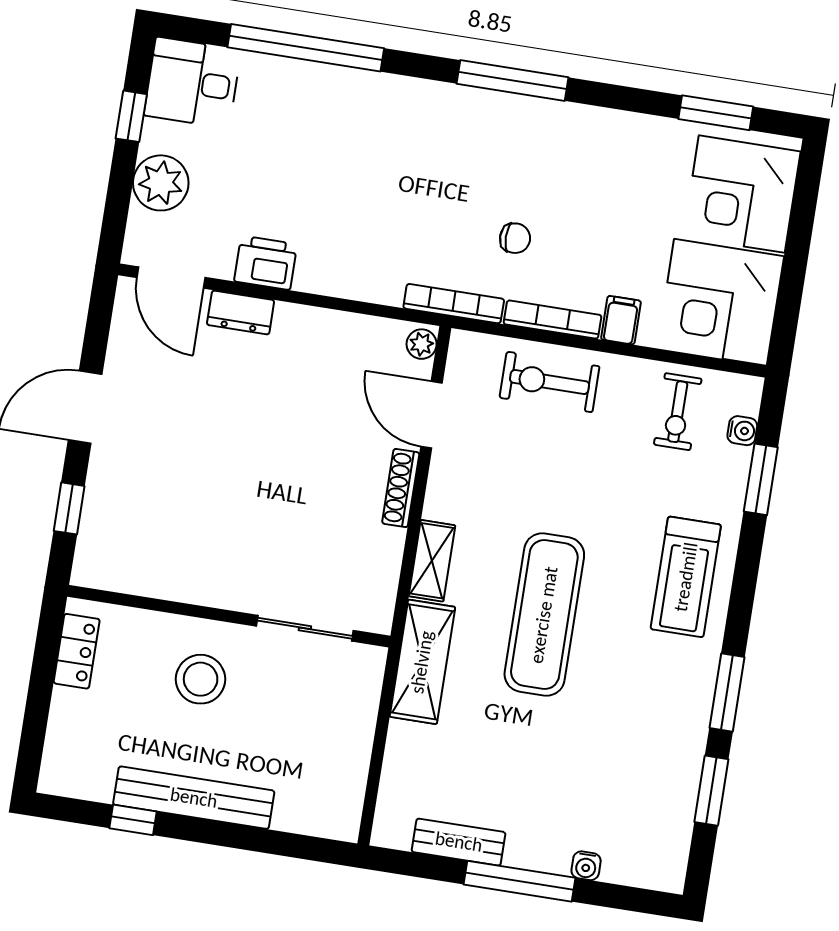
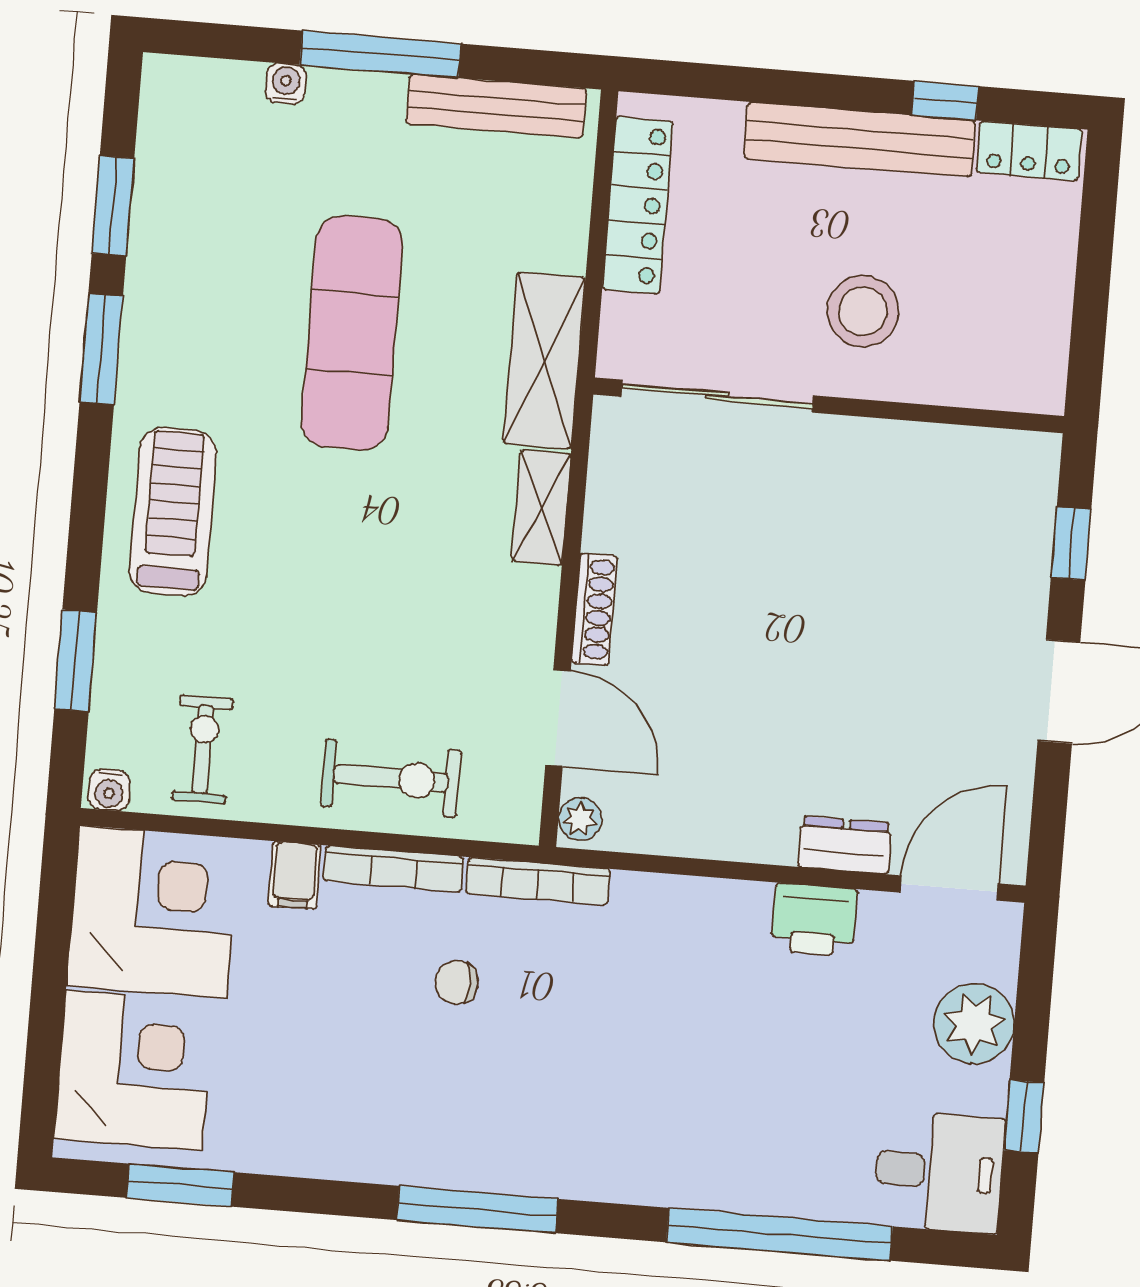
door: (171, 278) -> (949, 888), hinge flipped
water cooler: (742, 431) -> (109, 790), moved, turned -90
exercise mat: (544, 615) -> (352, 333), moved
sliding door: (305, 628) -> (717, 396), width x1.37
locker: (77, 651) -> (1029, 151), moved, turned -90
locker: (350, 764) -> (638, 205), added
bench: (459, 842) -> (496, 106), width x1.36

